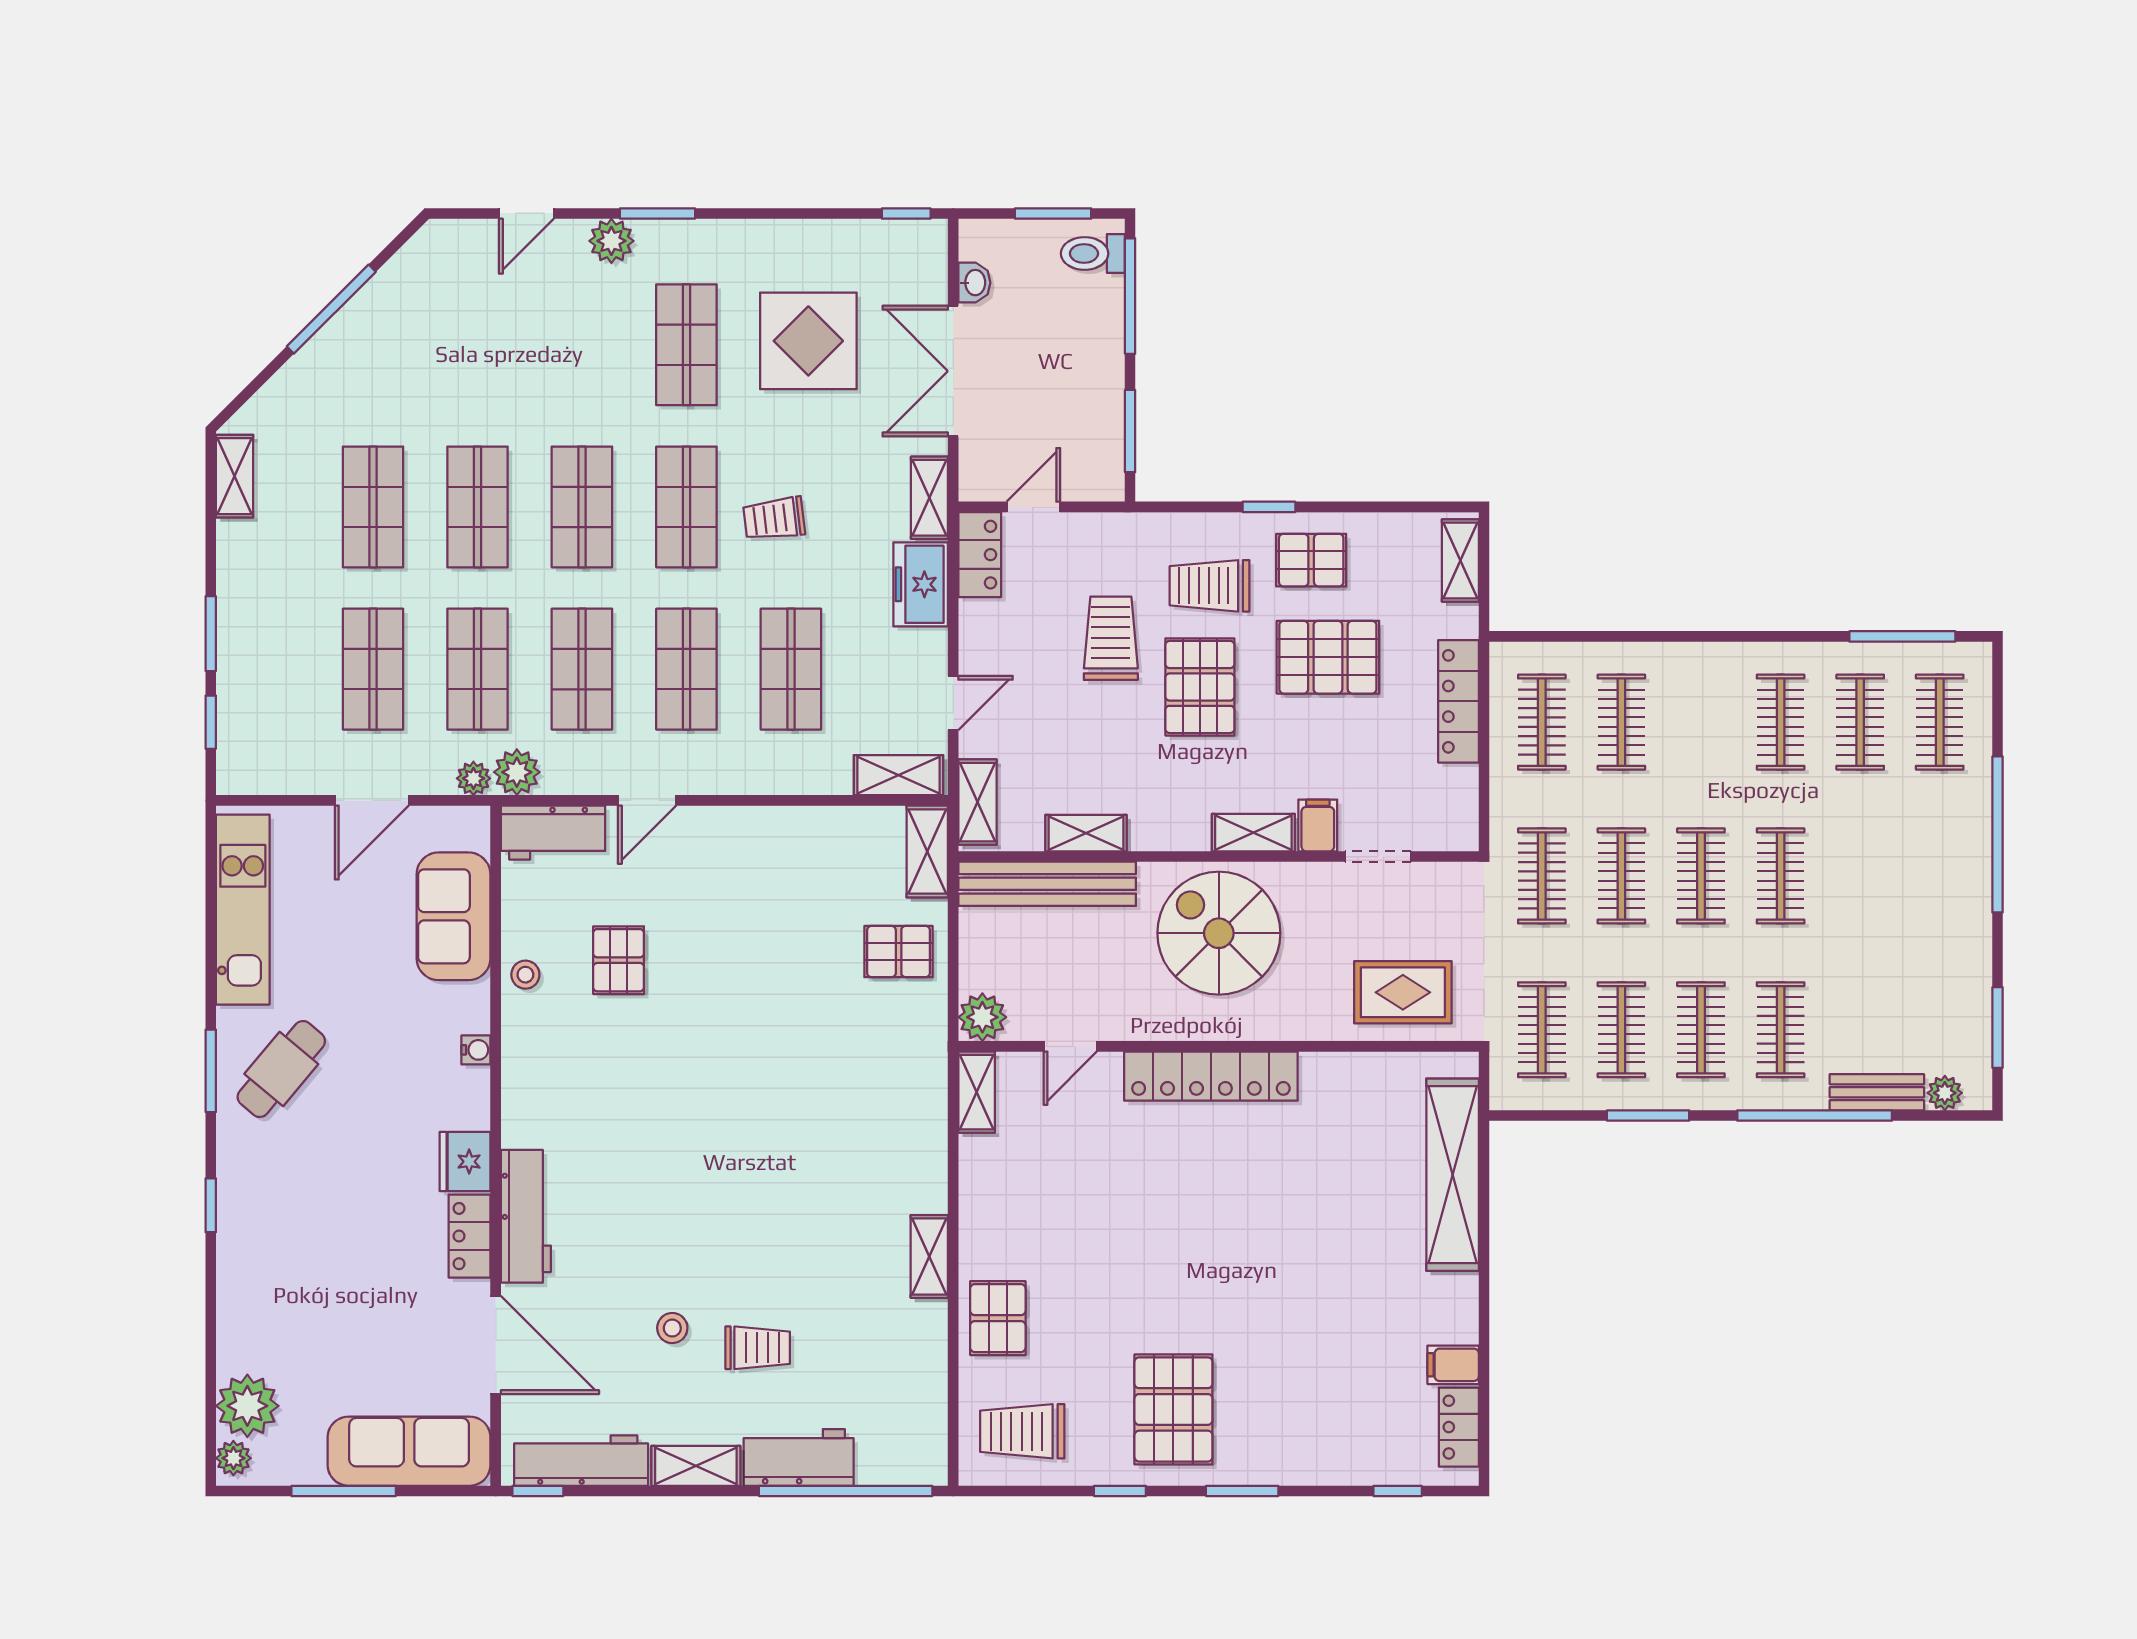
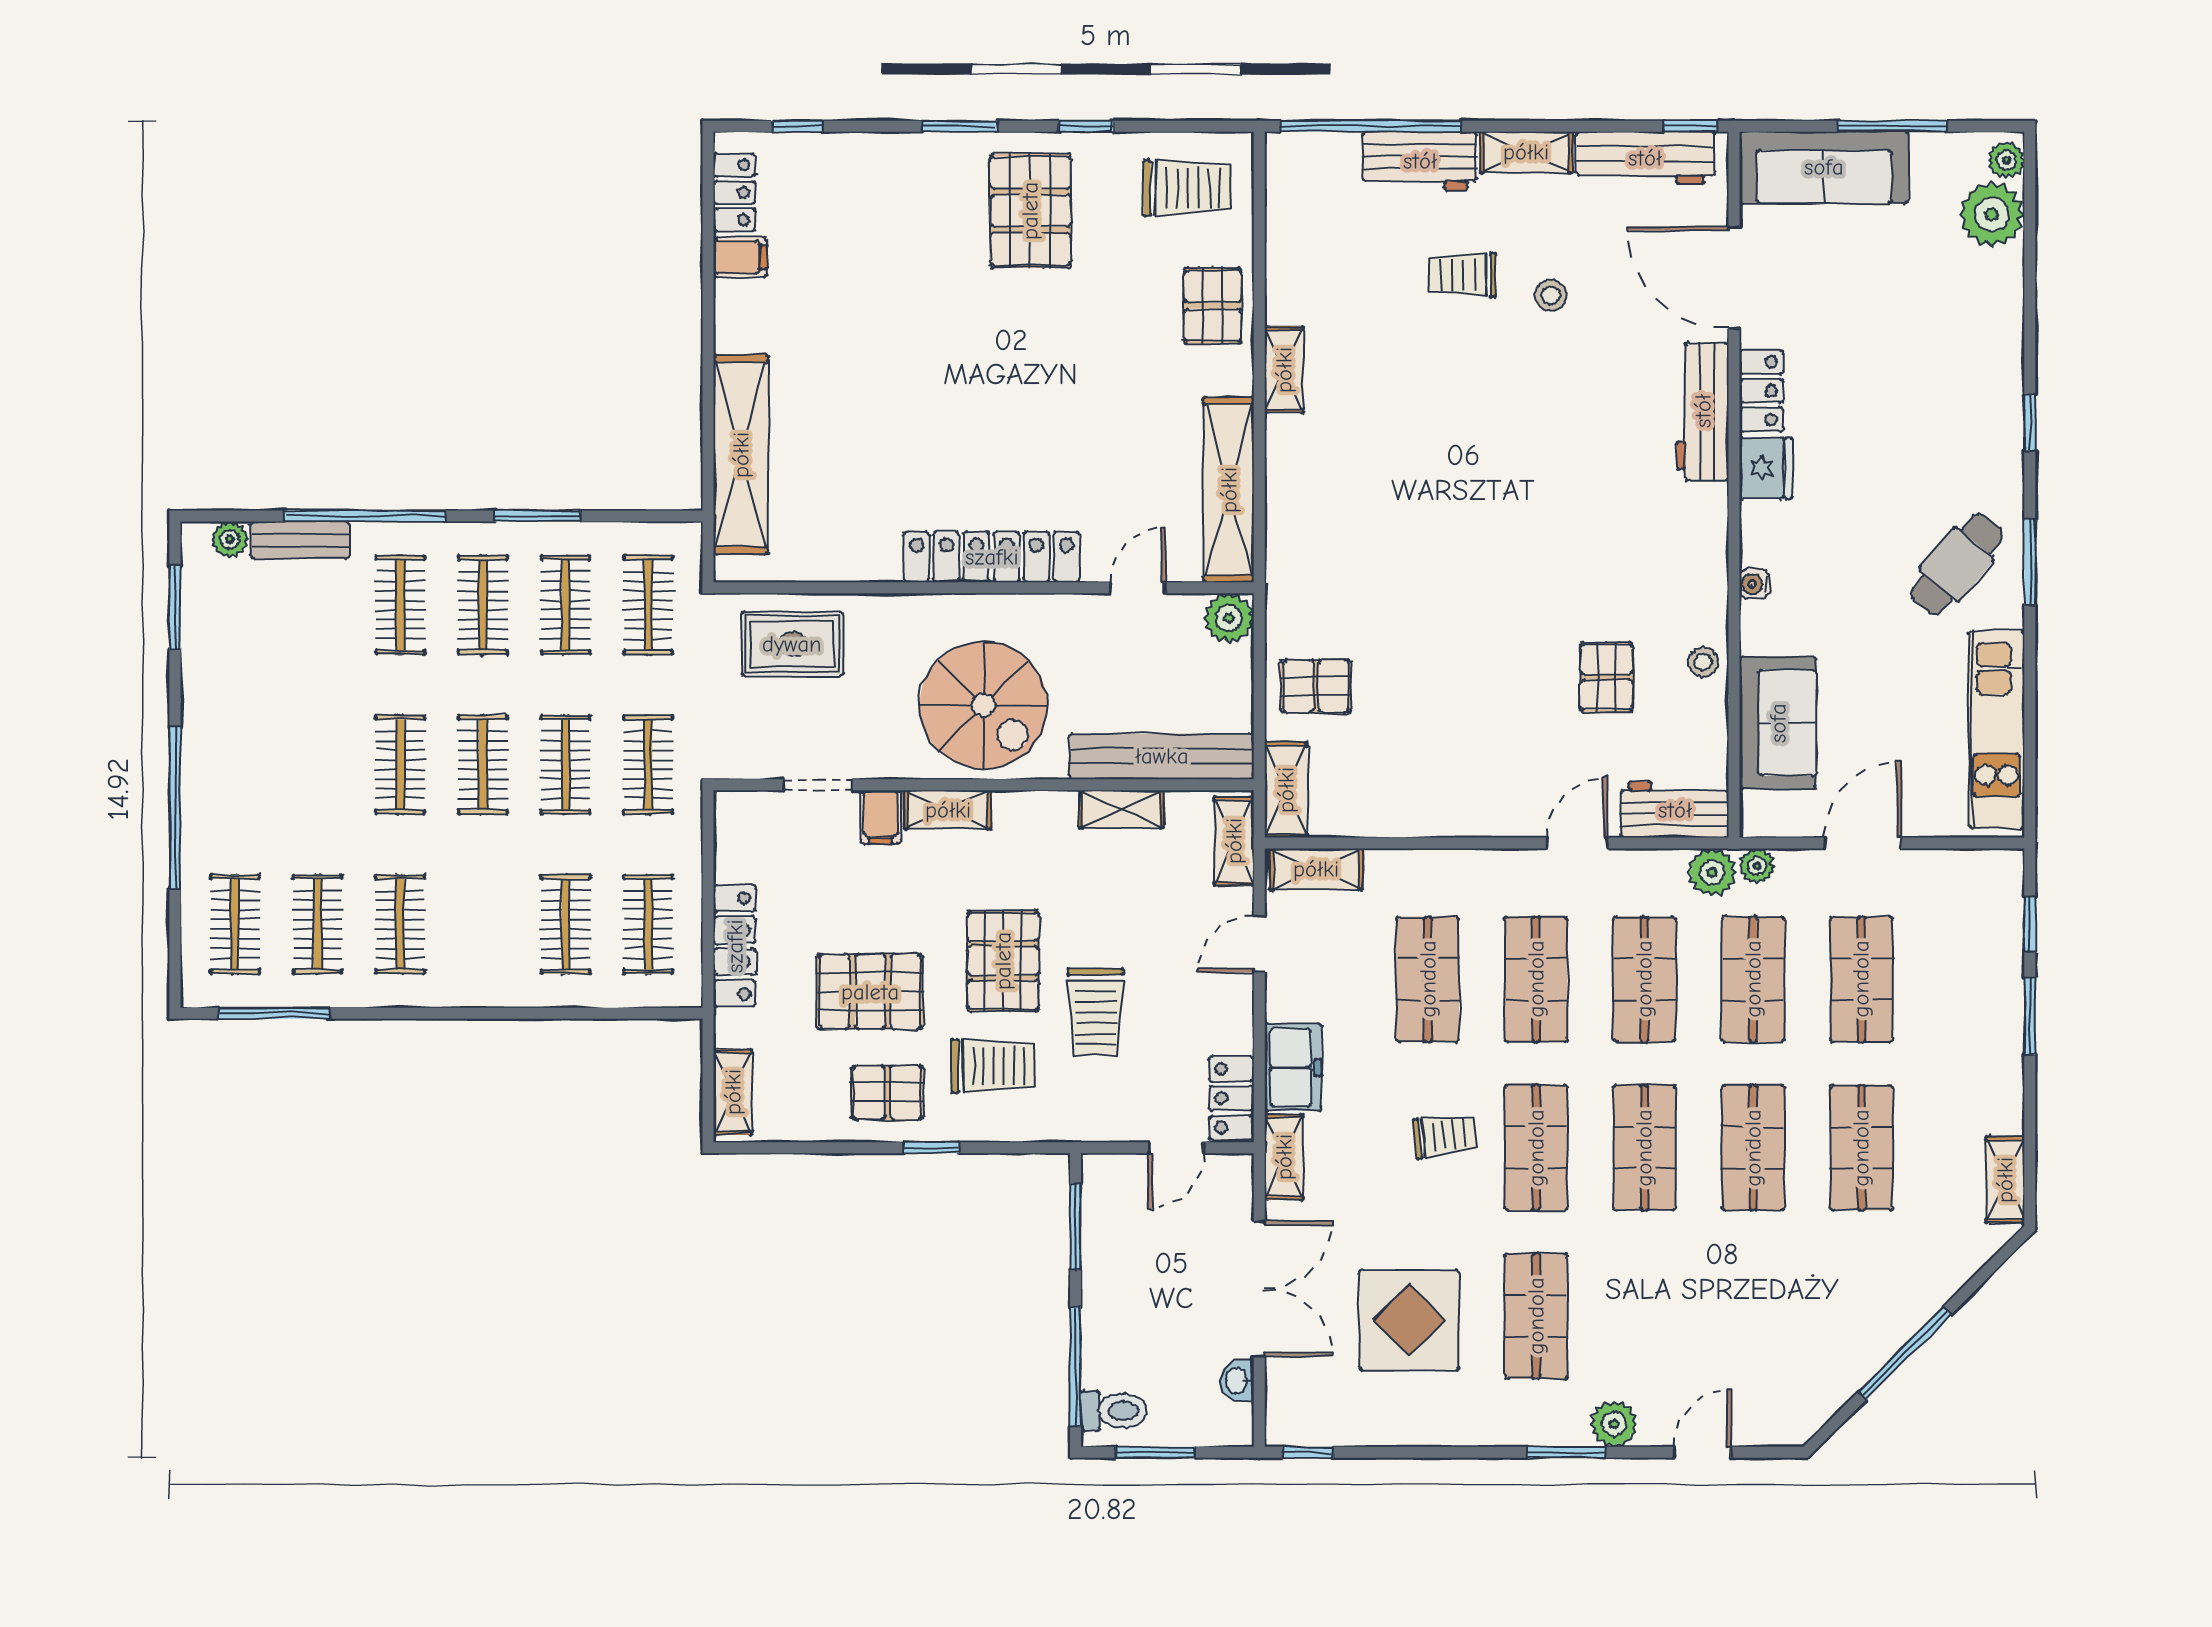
shelving: (977, 1092) -> (1229, 490), width x2.20, depth x1.33

